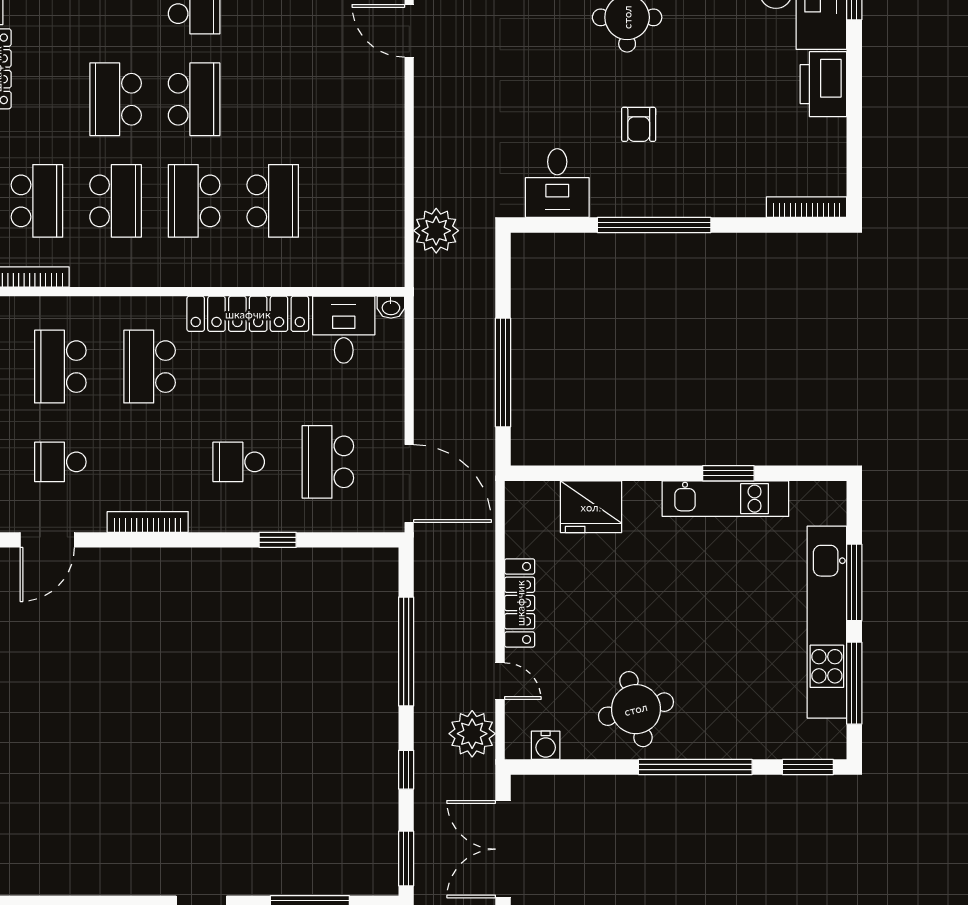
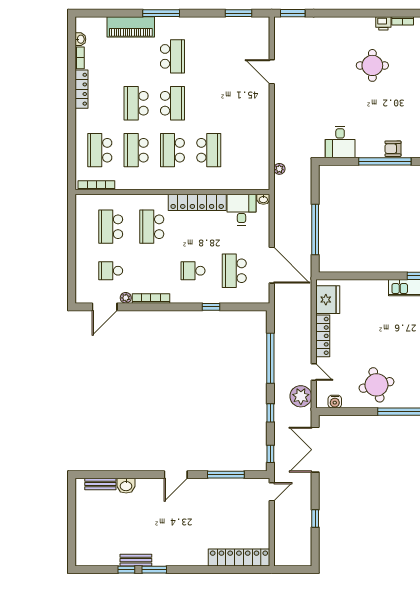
armchair: (639, 124) -> (393, 149), moved, turned 90
school desk: (37, 201) -> (100, 150), turned 180
school desk: (116, 201) -> (136, 150), turned 180
plant: (436, 231) -> (279, 169), width x0.53, depth x0.53
door: (409, 484) -> (272, 265), moved
fridge: (591, 507) -> (328, 300), moved, turned -90
plant: (93, 521) -> (126, 298), added
window: (406, 859) -> (270, 454), width x0.67

